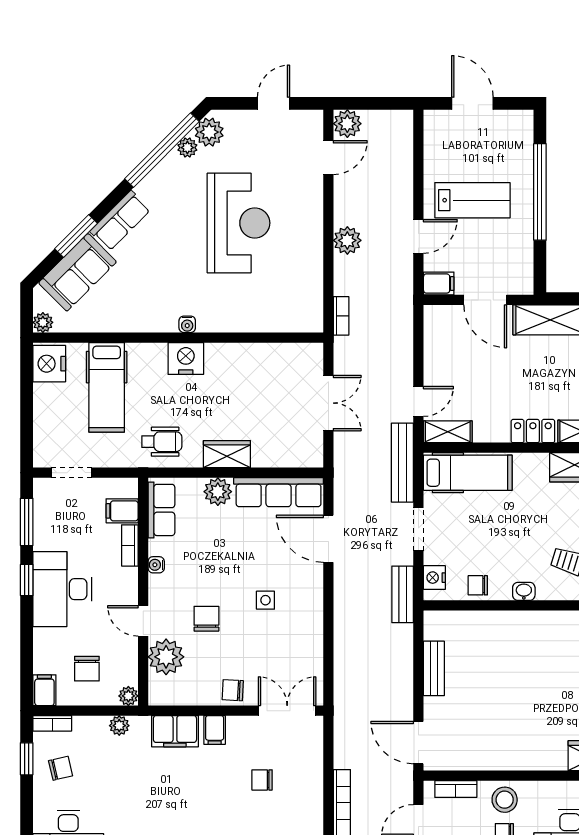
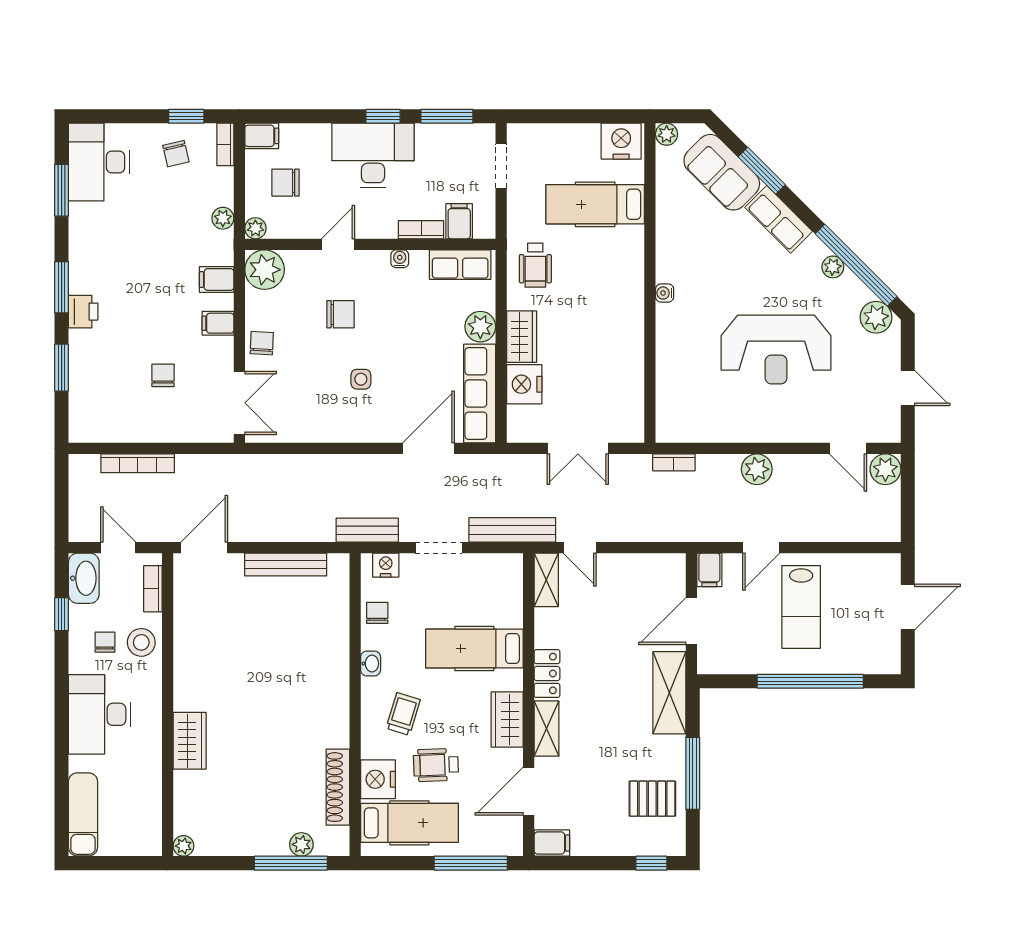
plant: (187, 148) -> (833, 267), moved
door: (418, 236) -> (761, 548), hinge flipped
nightstand: (186, 358) -> (524, 384), moved, turned 180
hospital bed: (468, 473) -> (474, 649), moved, turned 90
plant: (166, 657) -> (265, 270), moved
bench: (434, 668) -> (286, 565), width x1.36
filing cabinet: (175, 731) -> (217, 280), width x0.50

